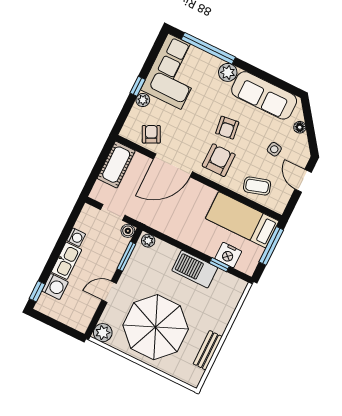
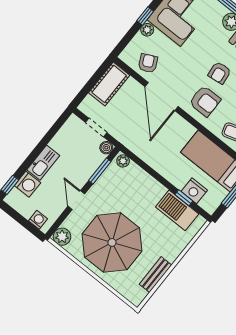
armchair: (219, 160) -> (205, 101), turned 90
door: (173, 165) -> (162, 96), hinge flipped
washing machine: (76, 237) -> (38, 220), moved, turned -90
barbecue: (195, 269) -> (177, 210), moved
door: (109, 292) -> (76, 200), hinge flipped

